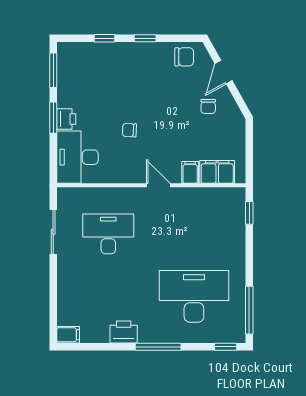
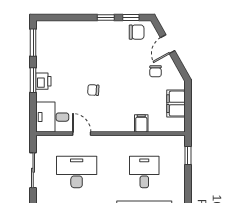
window: (104, 38) -> (131, 17), moved
desk: (77, 157) -> (52, 117), width x0.73
filing cabinet: (217, 172) -> (176, 104), moved, turned -90
door: (158, 185) -> (82, 134), moved
desk: (194, 234) -> (144, 172), added

